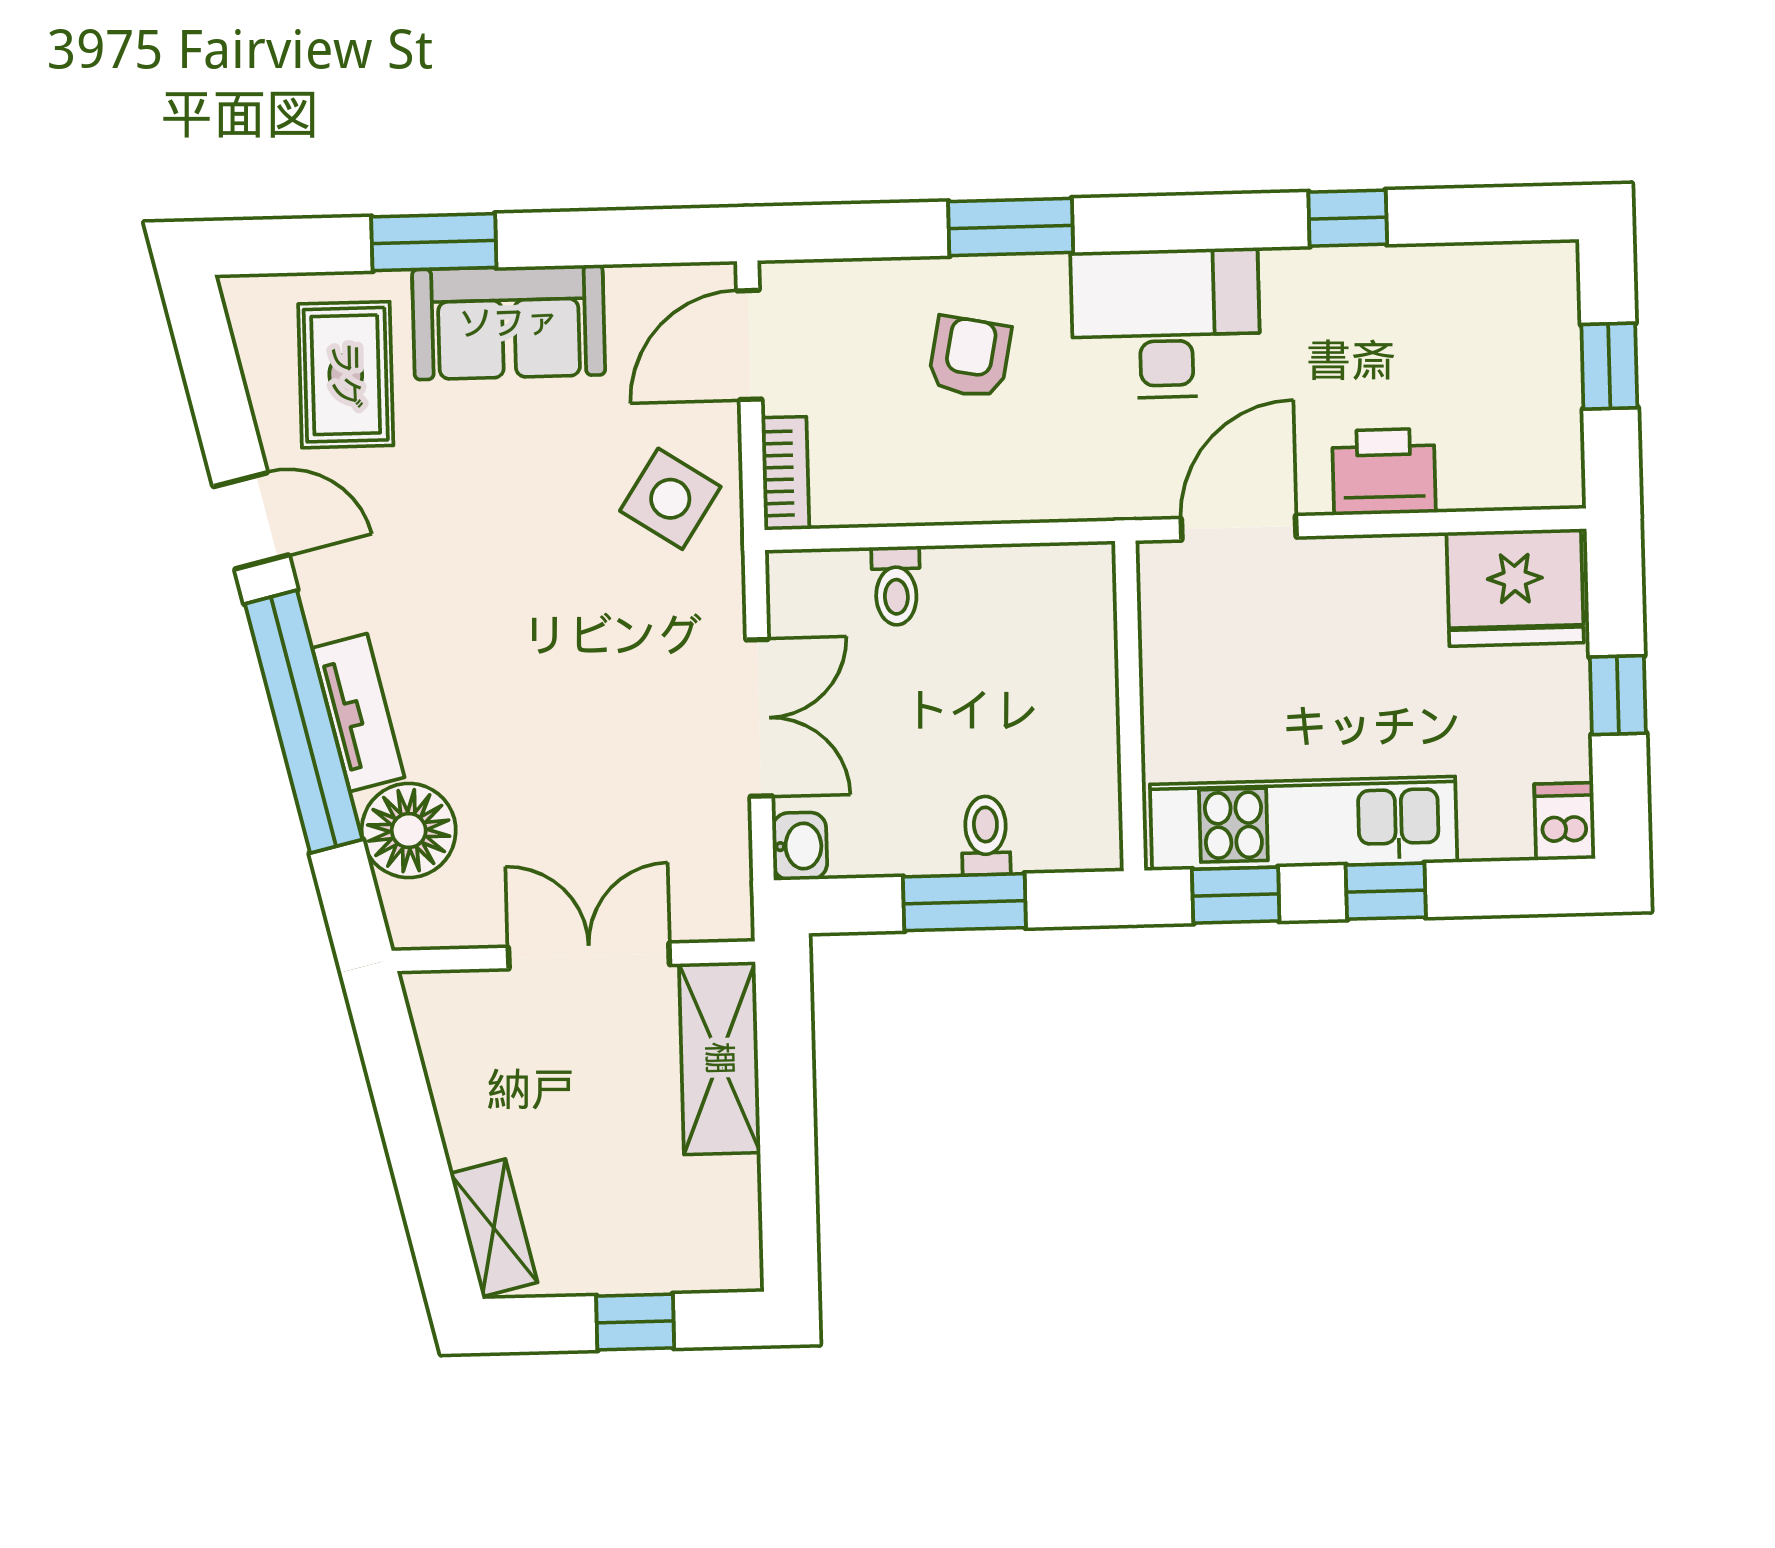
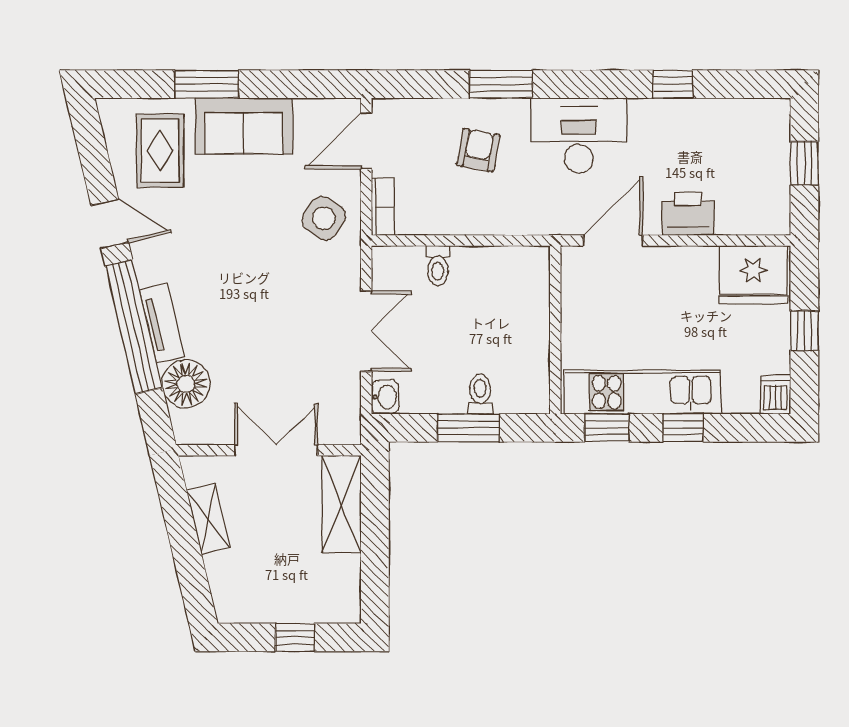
shelving: (494, 1228) -> (208, 519), moved

